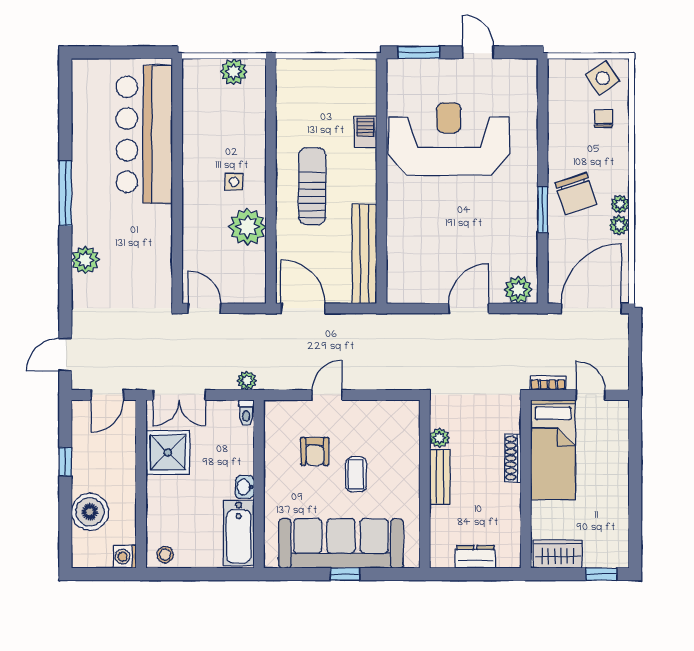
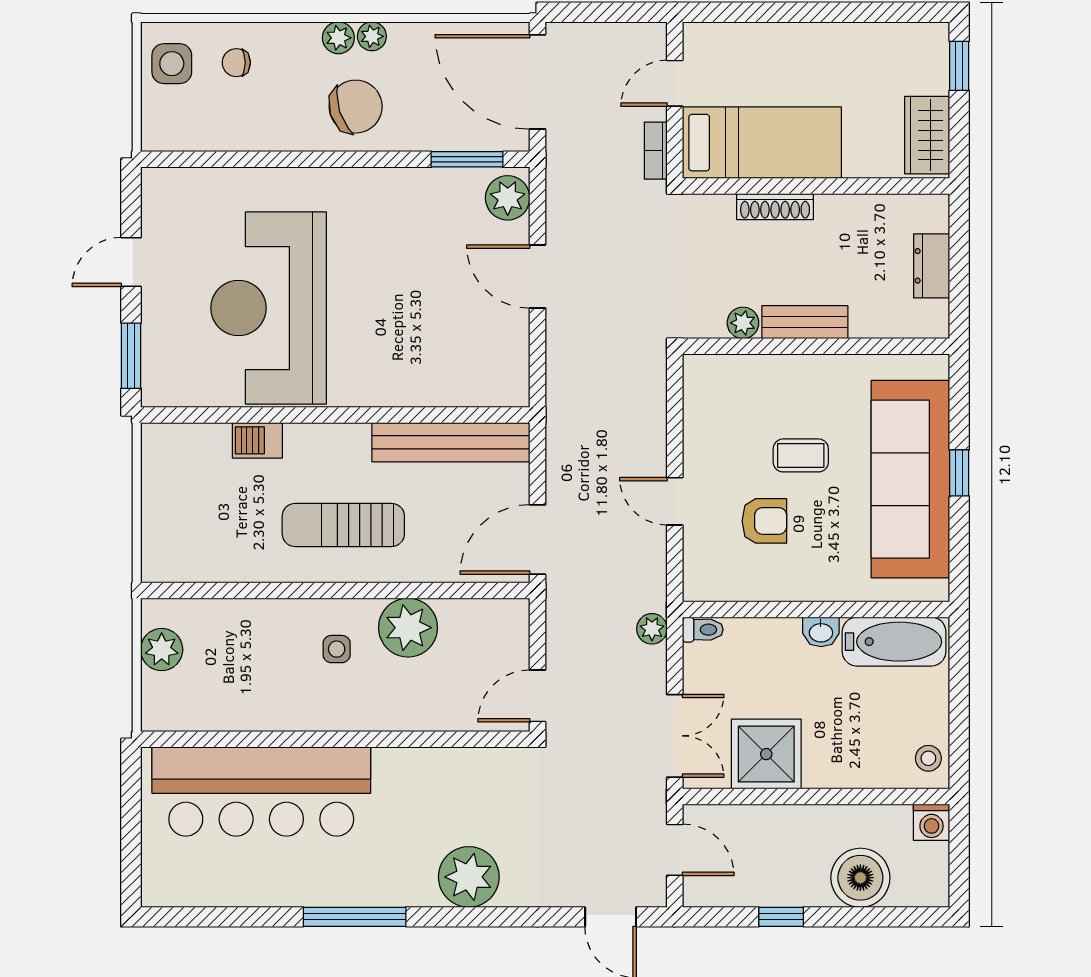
side table: (603, 78) -> (172, 64), turned 34
window: (543, 210) -> (467, 159), moved
plant: (619, 225) -> (338, 38), moved
plant: (85, 260) -> (469, 877), width x1.36, depth x1.36

